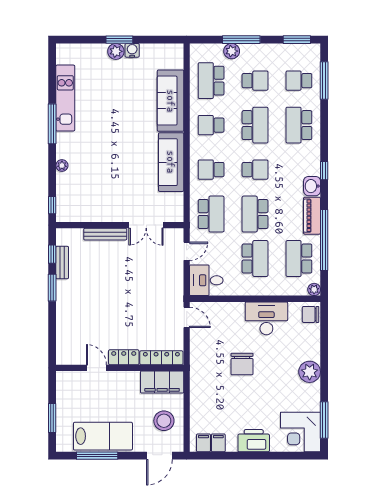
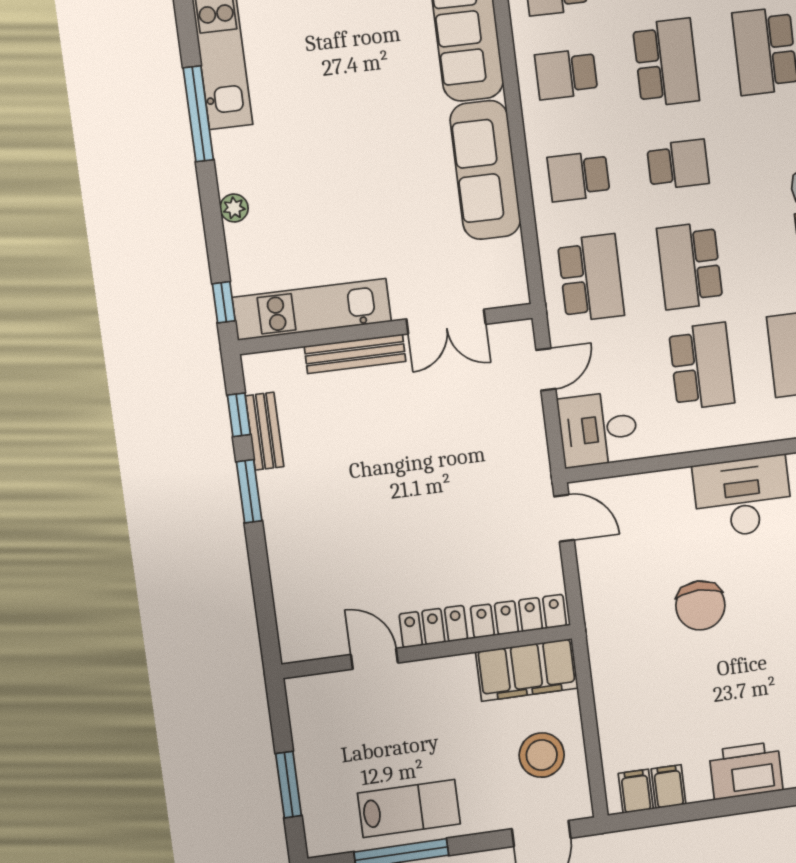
kitchen unit: (89, 213) -> (312, 309), added
lab bench: (103, 436) -> (409, 808), width x0.73, depth x0.72

